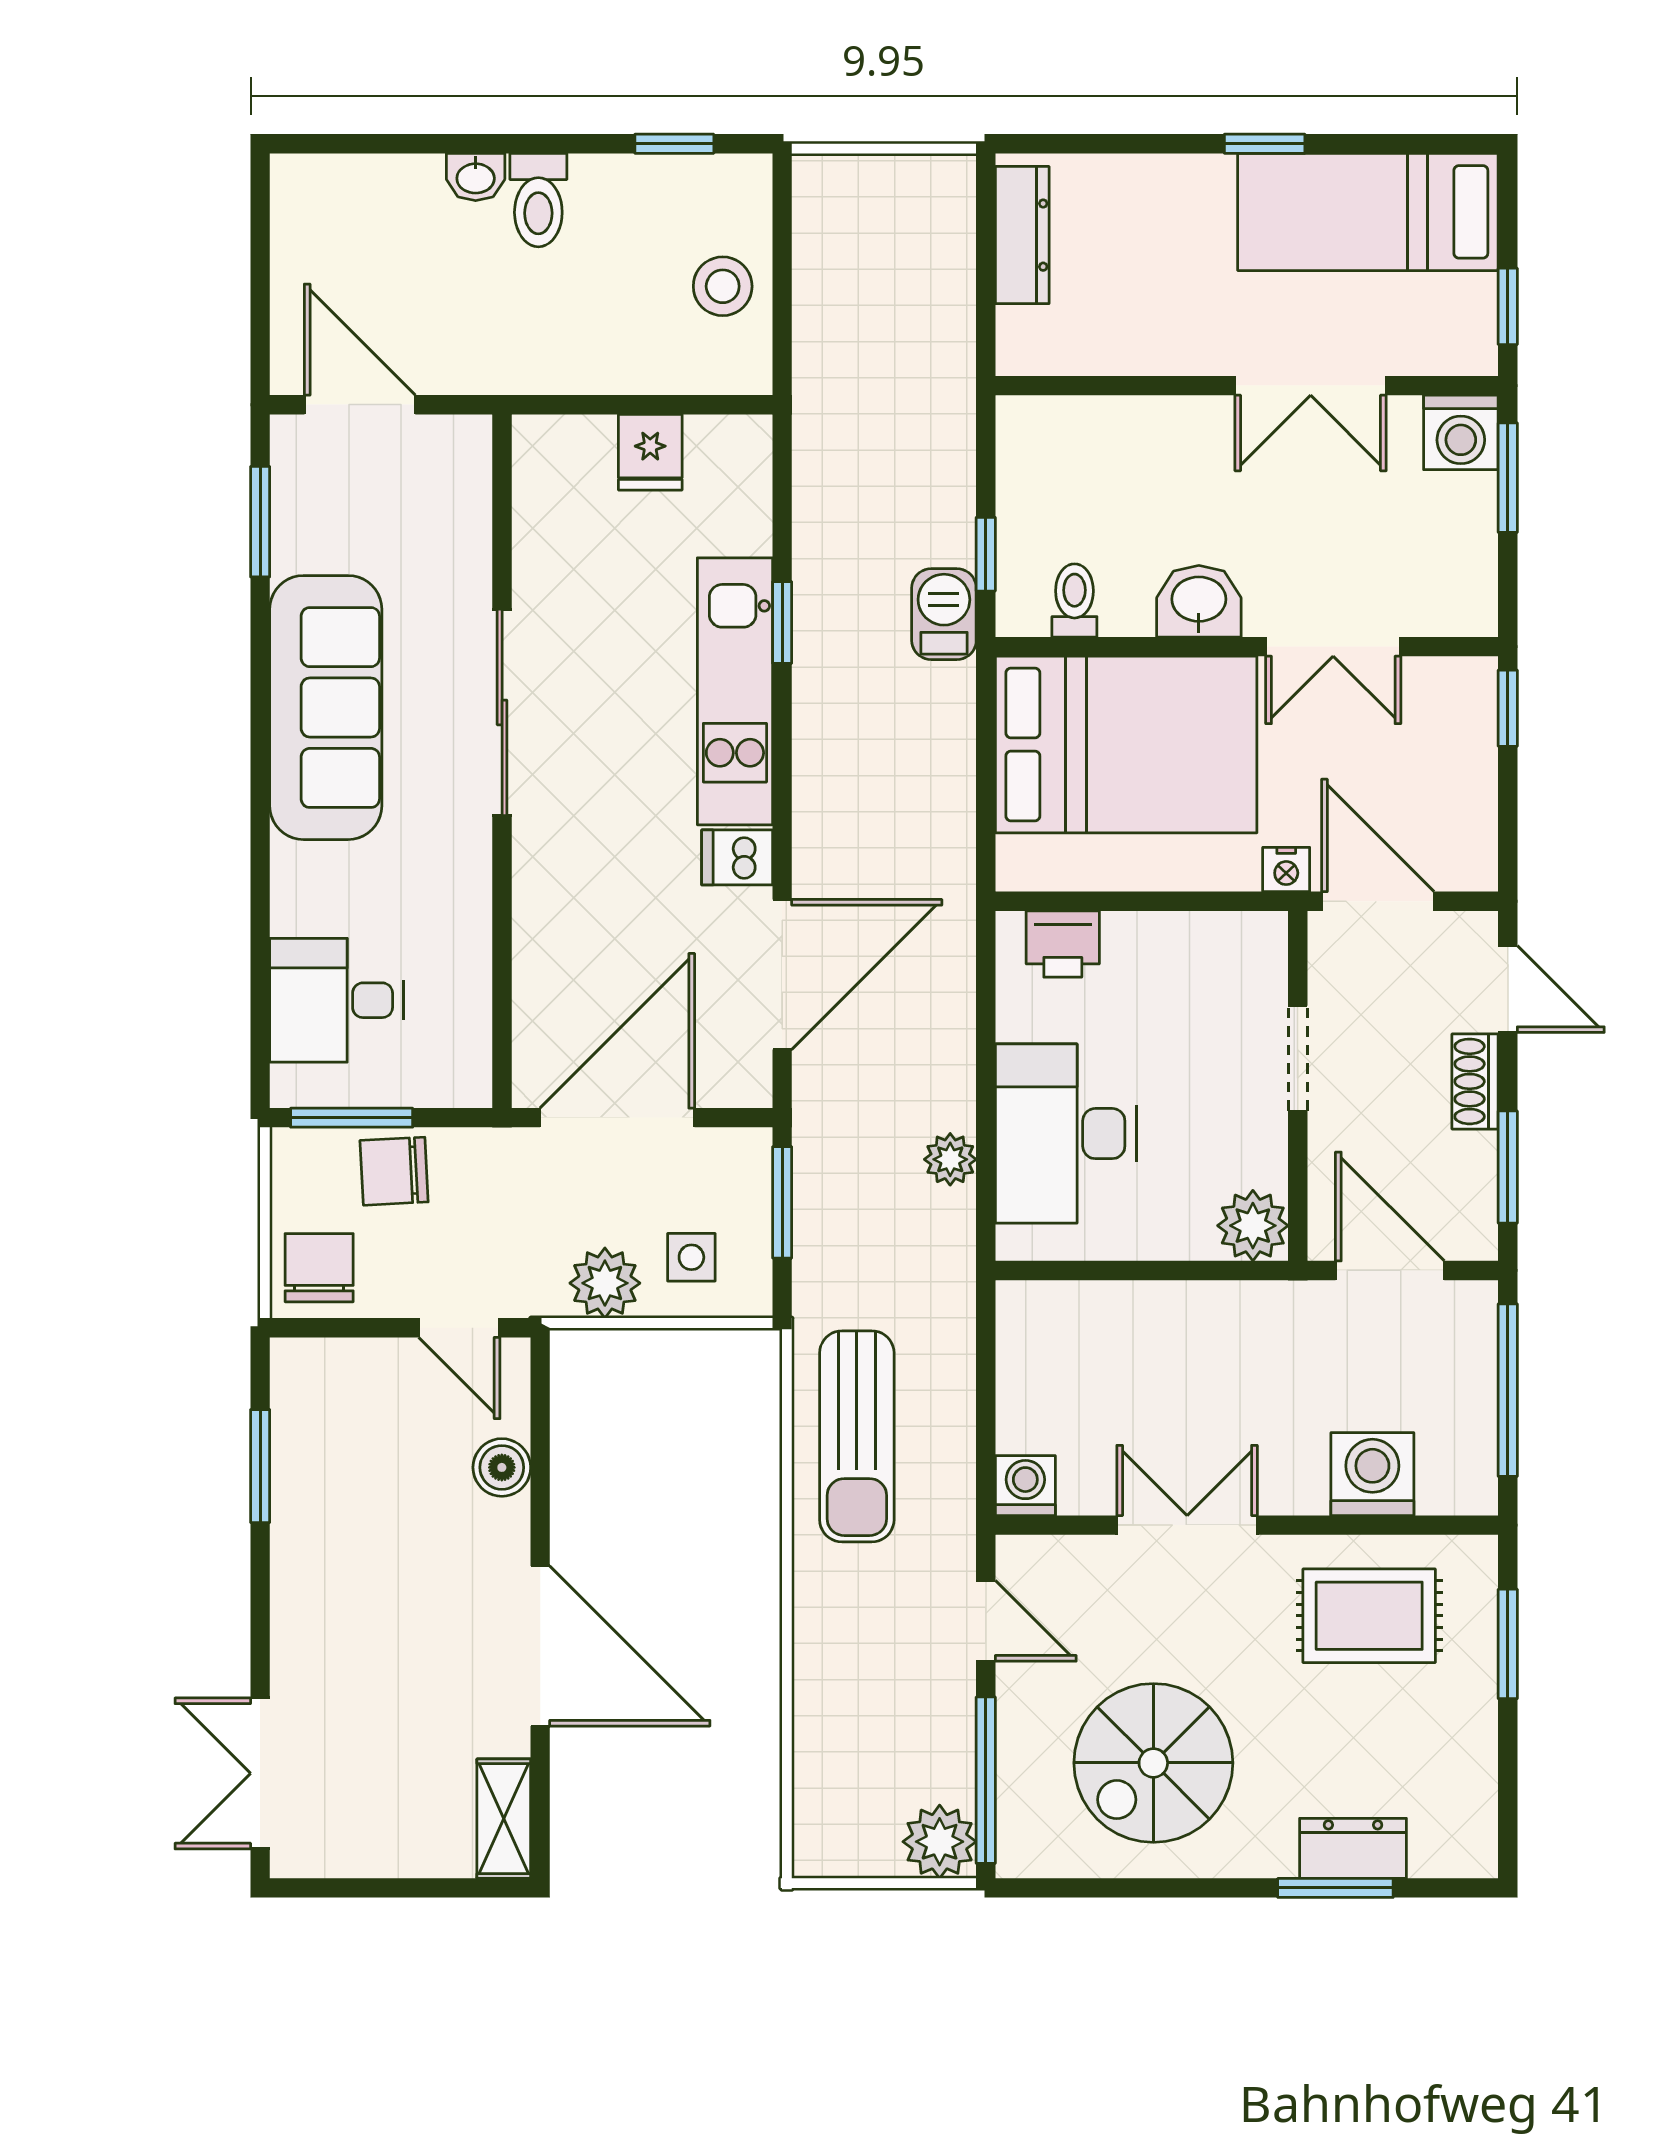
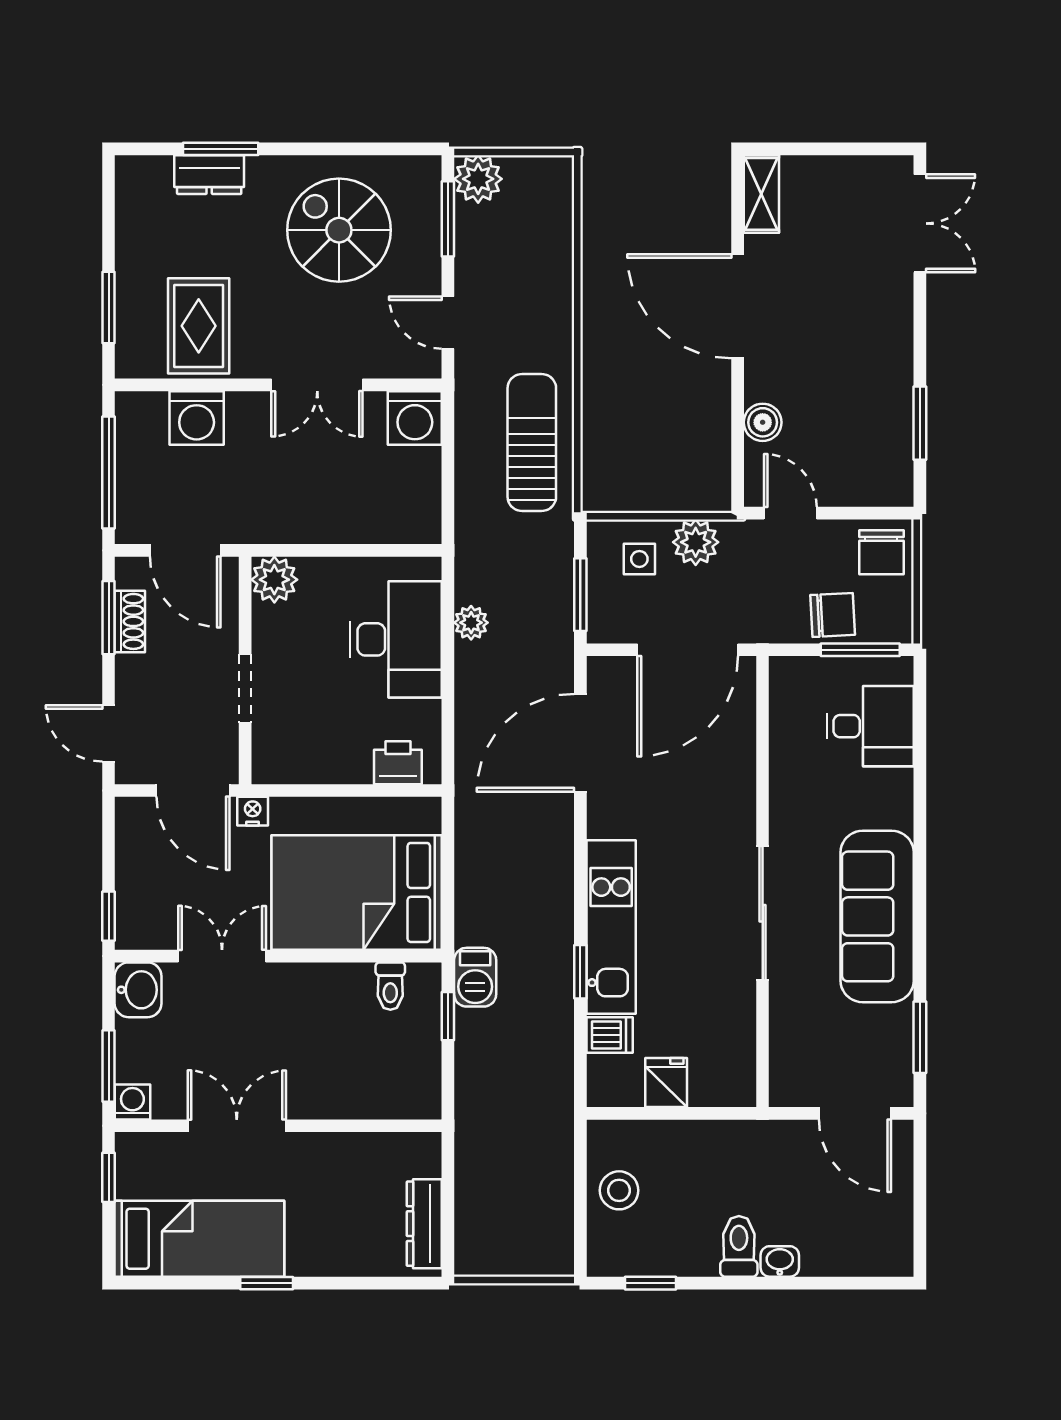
washing machine: (1461, 432) -> (132, 1102), width x0.73, depth x0.73
washbasin: (1199, 601) -> (138, 990), moved, turned -90
dishwasher: (737, 857) -> (610, 1035), moved
shoe rack: (1475, 1081) -> (130, 621), moved
washing machine: (1025, 1486) -> (415, 418), width x1.38, depth x1.38
rug: (1369, 1616) -> (199, 326), turned 90
spiral stairs: (1153, 1763) -> (339, 230), turned -90
window: (986, 1780) -> (448, 219), width x0.69

